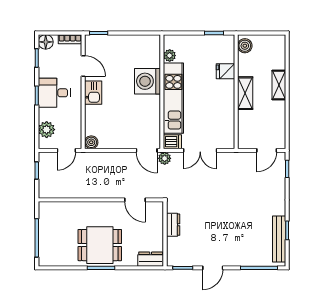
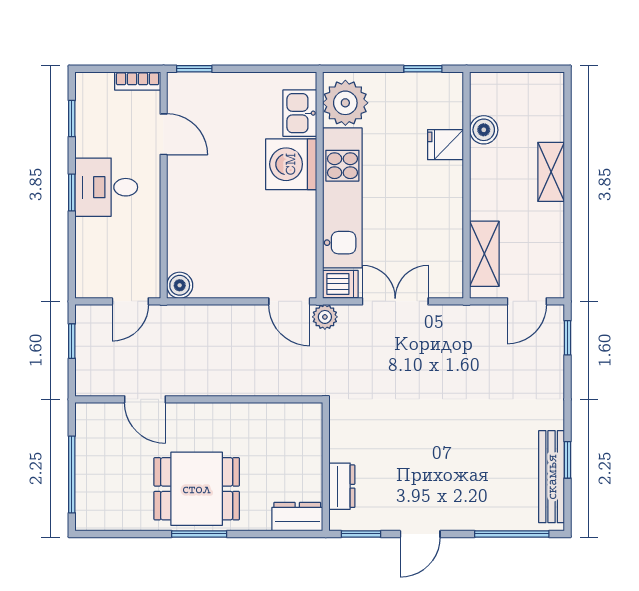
floor lamp: (46, 42) -> (89, 87), removed
boiler: (245, 46) -> (484, 130), moved
plant: (170, 56) -> (345, 103), width x1.88, depth x1.88
kitchen sink: (93, 93) -> (300, 113), moved, turned 180
shelving: (245, 93) -> (484, 254), moved
plant: (47, 130) -> (91, 260), removed
double door: (200, 150) -> (395, 301), swing flipped
door: (135, 200) -> (145, 399), moved
dresser: (173, 225) -> (342, 486), moved

